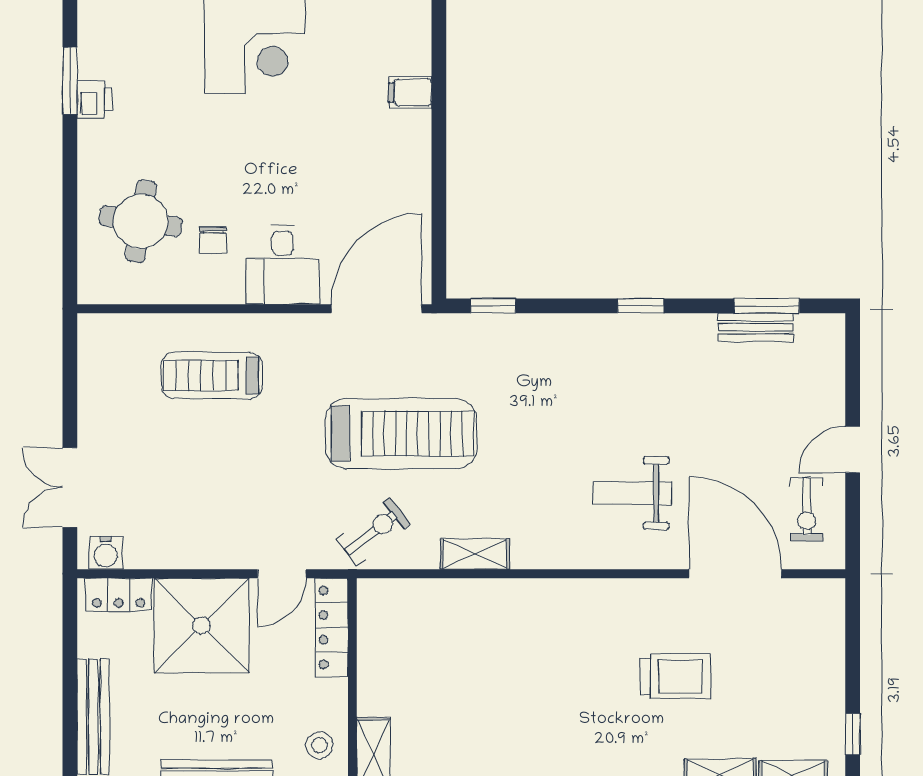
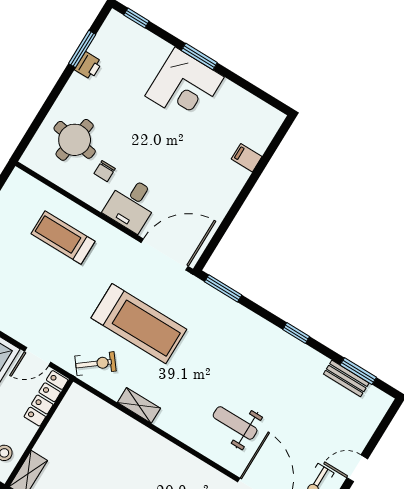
window: (493, 306) -> (223, 288), width x1.50

